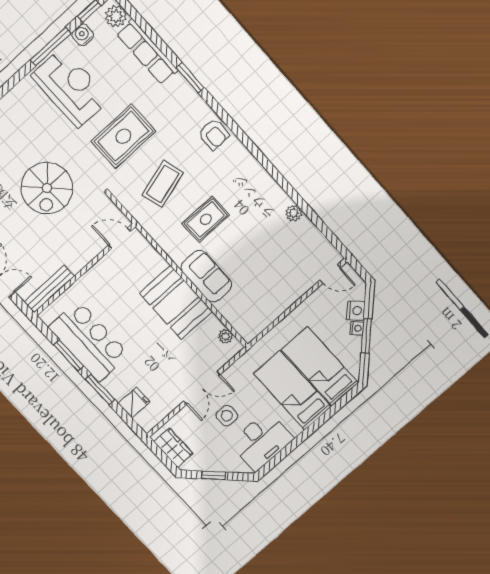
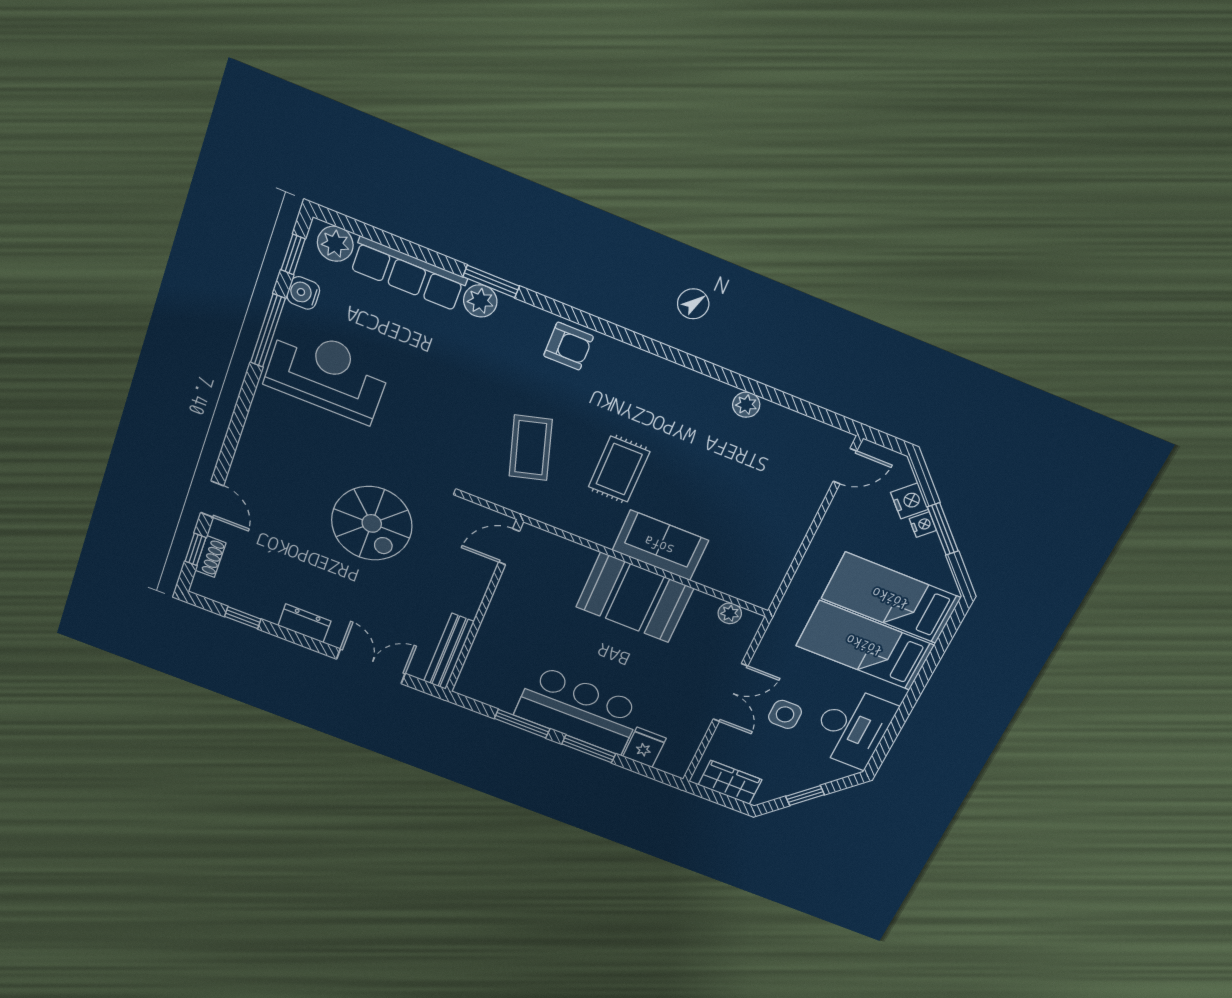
plant: (179, 86) -> (480, 301), added
rug: (123, 136) -> (439, 407), removed
bar counter: (89, 341) -> (579, 710), moved

